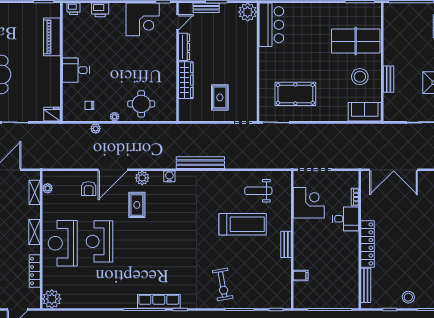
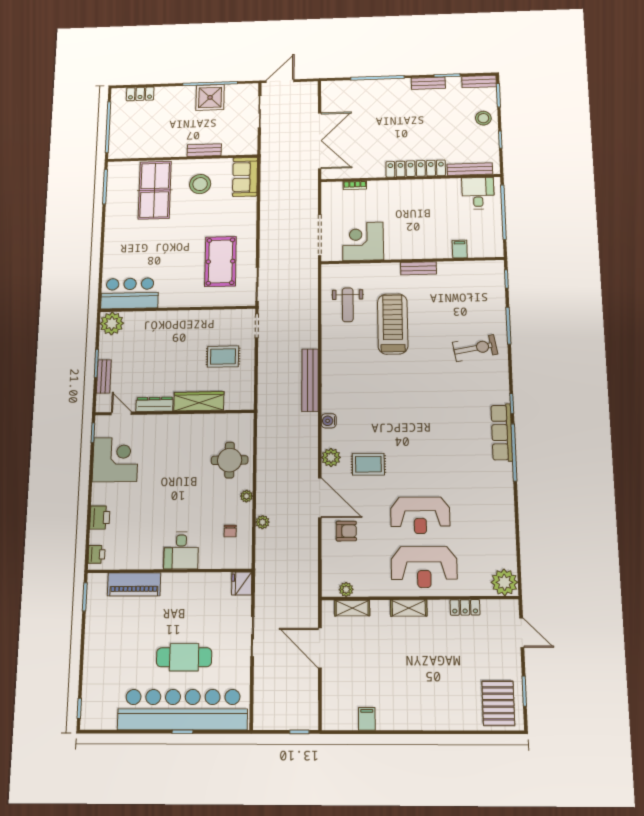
desk: (346, 219) -> (478, 193), moved
locker: (35, 271) -> (465, 607), width x0.66

